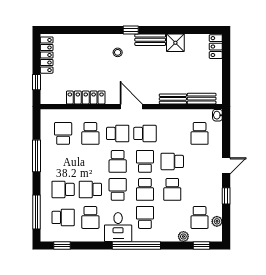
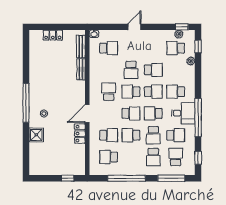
window: (131, 30) -> (26, 103), width x3.17
bench: (150, 40) -> (34, 87), removed
shower: (175, 43) -> (36, 135), moved
locker: (216, 47) -> (53, 35), moved
locker: (47, 55) -> (46, 170), removed
locker: (86, 97) -> (80, 134), width x0.66
door: (131, 107) -> (87, 114), moved
school desk: (118, 133) -> (131, 135), moved, turned -90
window: (37, 156) -> (127, 178), width x1.46
door: (226, 166) -> (134, 27), hinge flipped
window: (226, 196) -> (182, 27), moved
school desk: (200, 217) -> (176, 48), turned 180
window: (136, 246) -> (198, 118), moved

